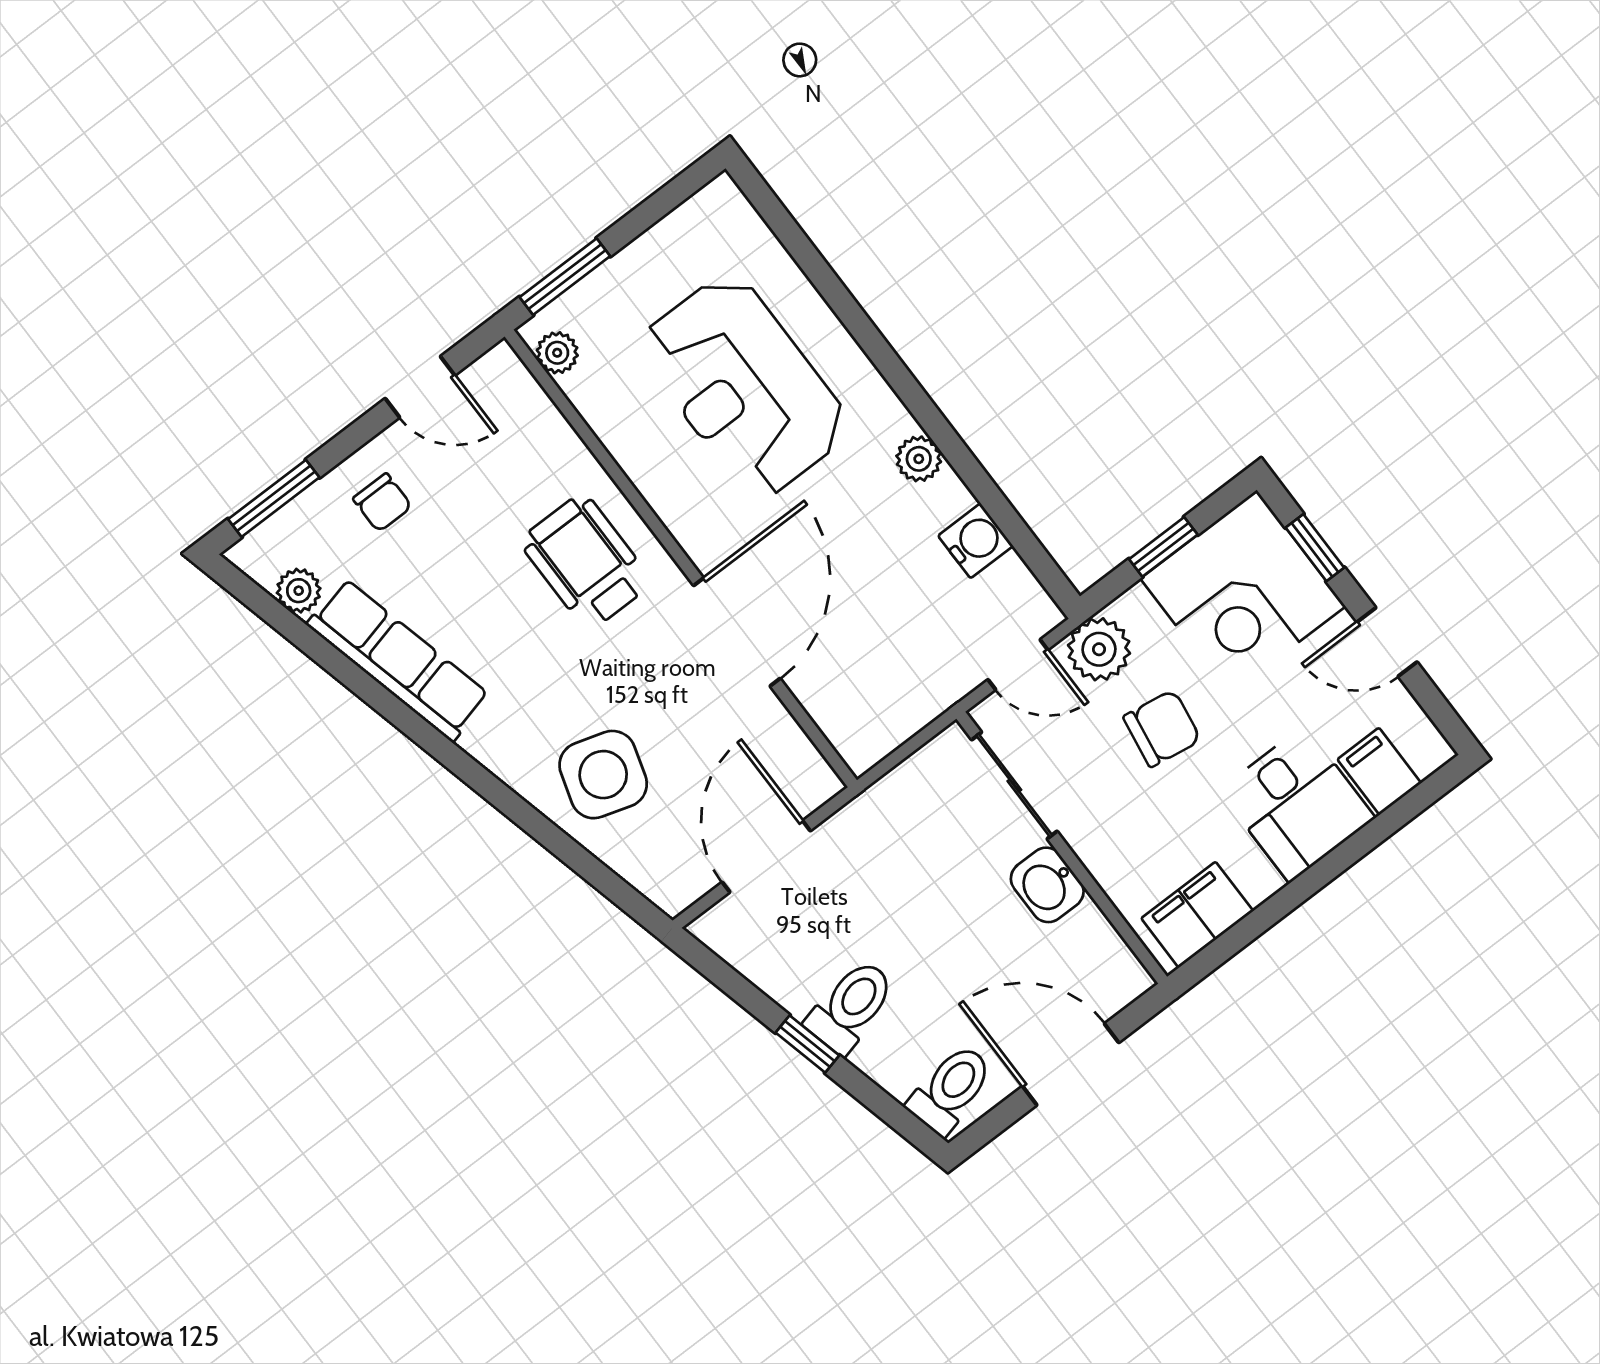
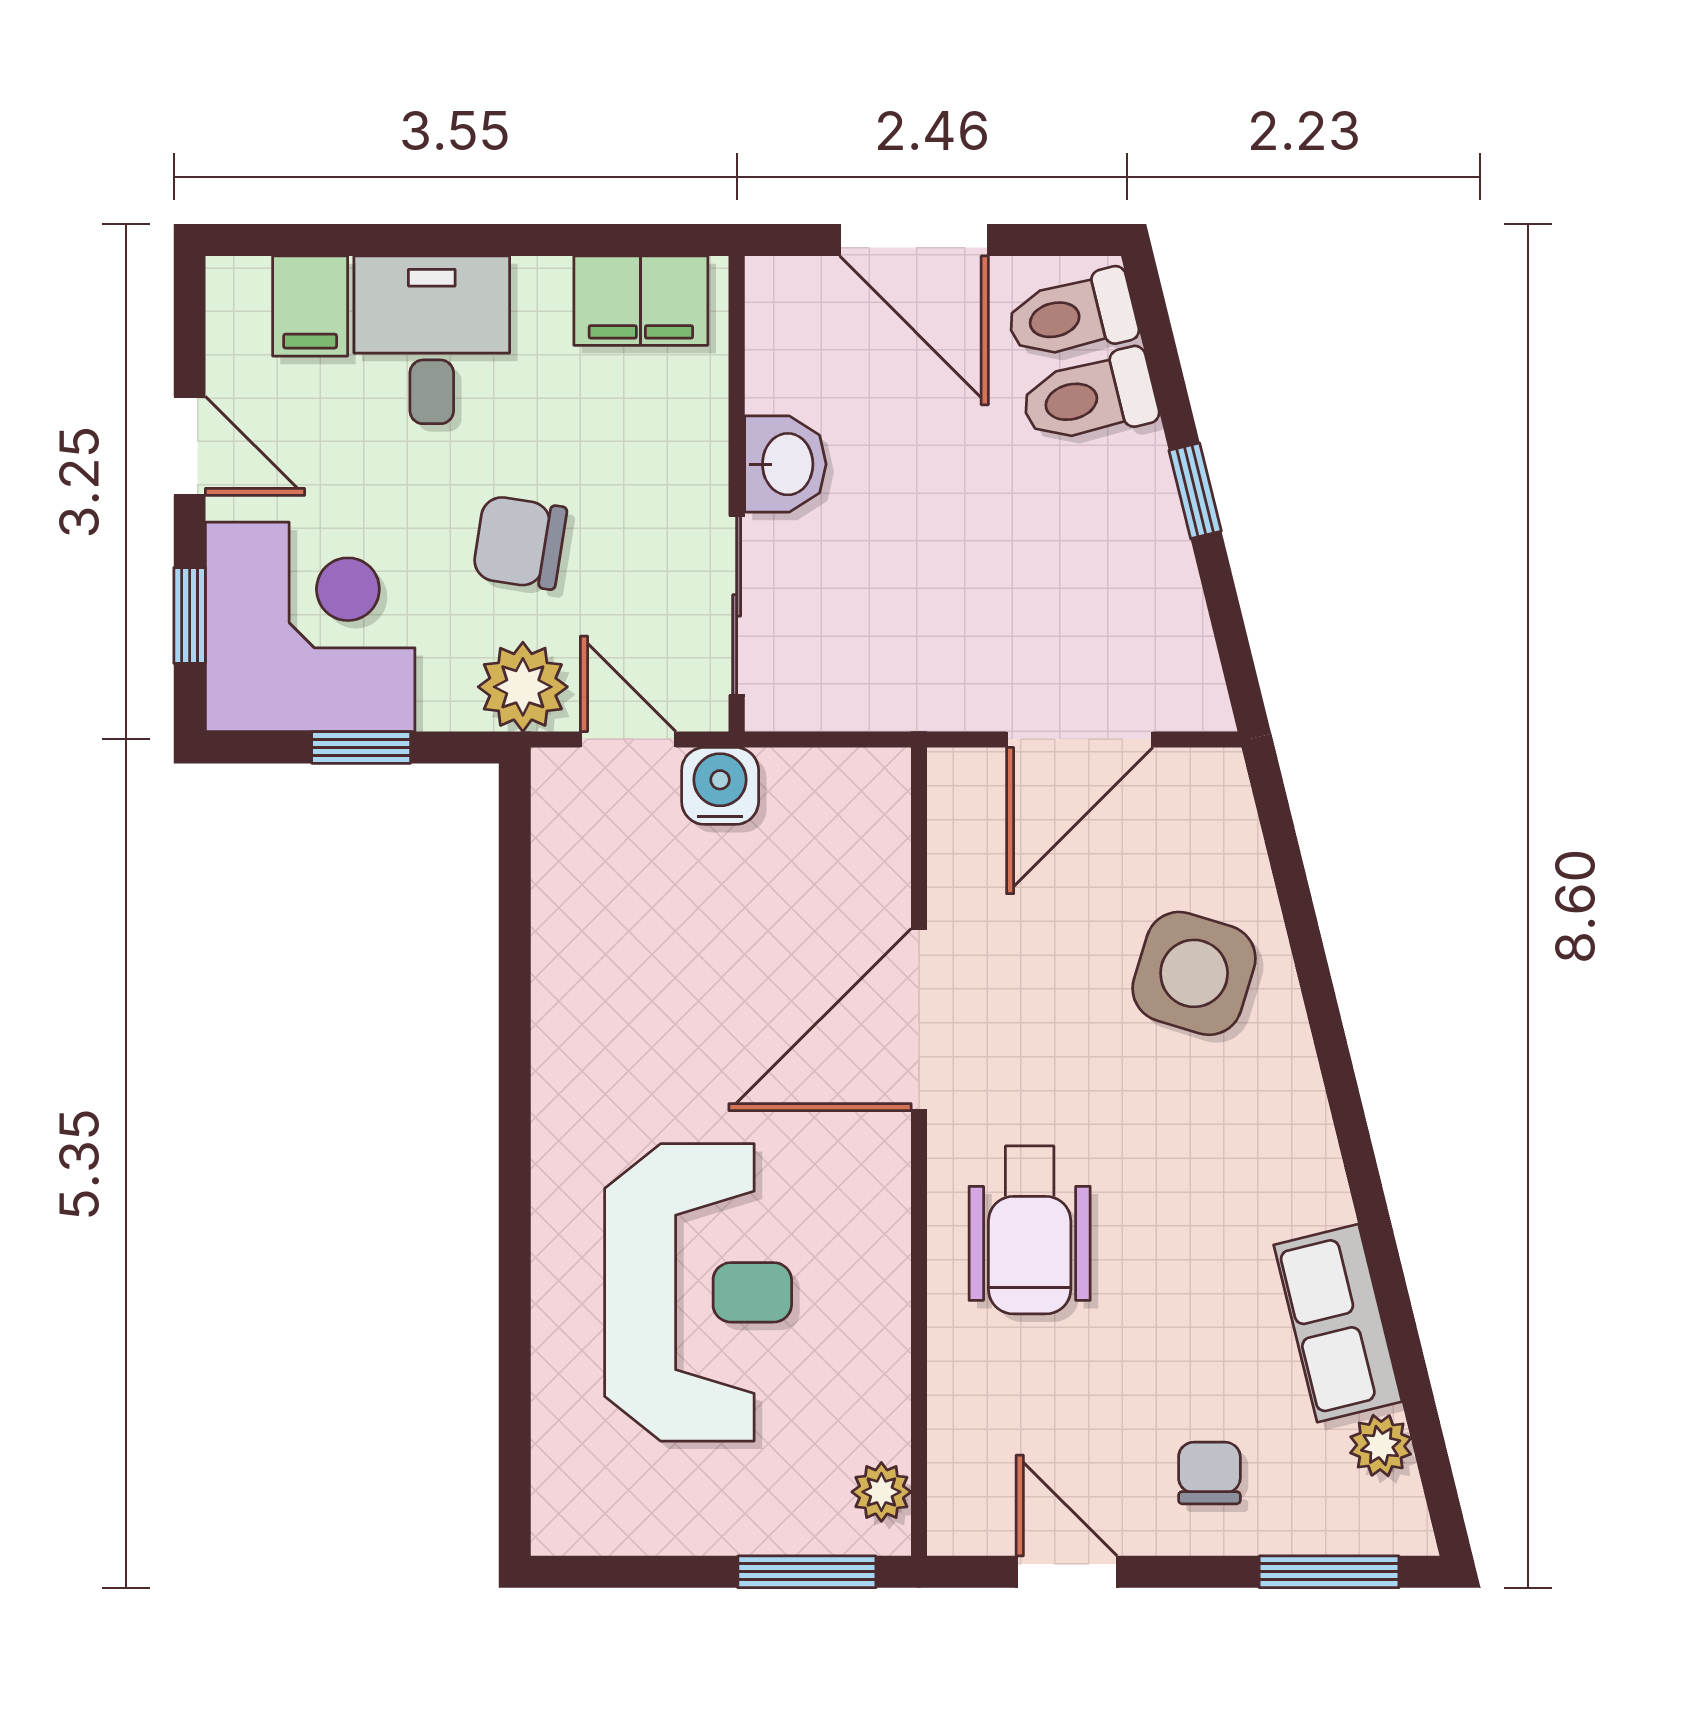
plant: (919, 459) -> (563, 1059), removed
water cooler: (976, 541) -> (720, 786), moved, turned 90
row of seats: (398, 660) -> (1338, 1323), width x0.68
toilet: (851, 1006) -> (1089, 397), moved

